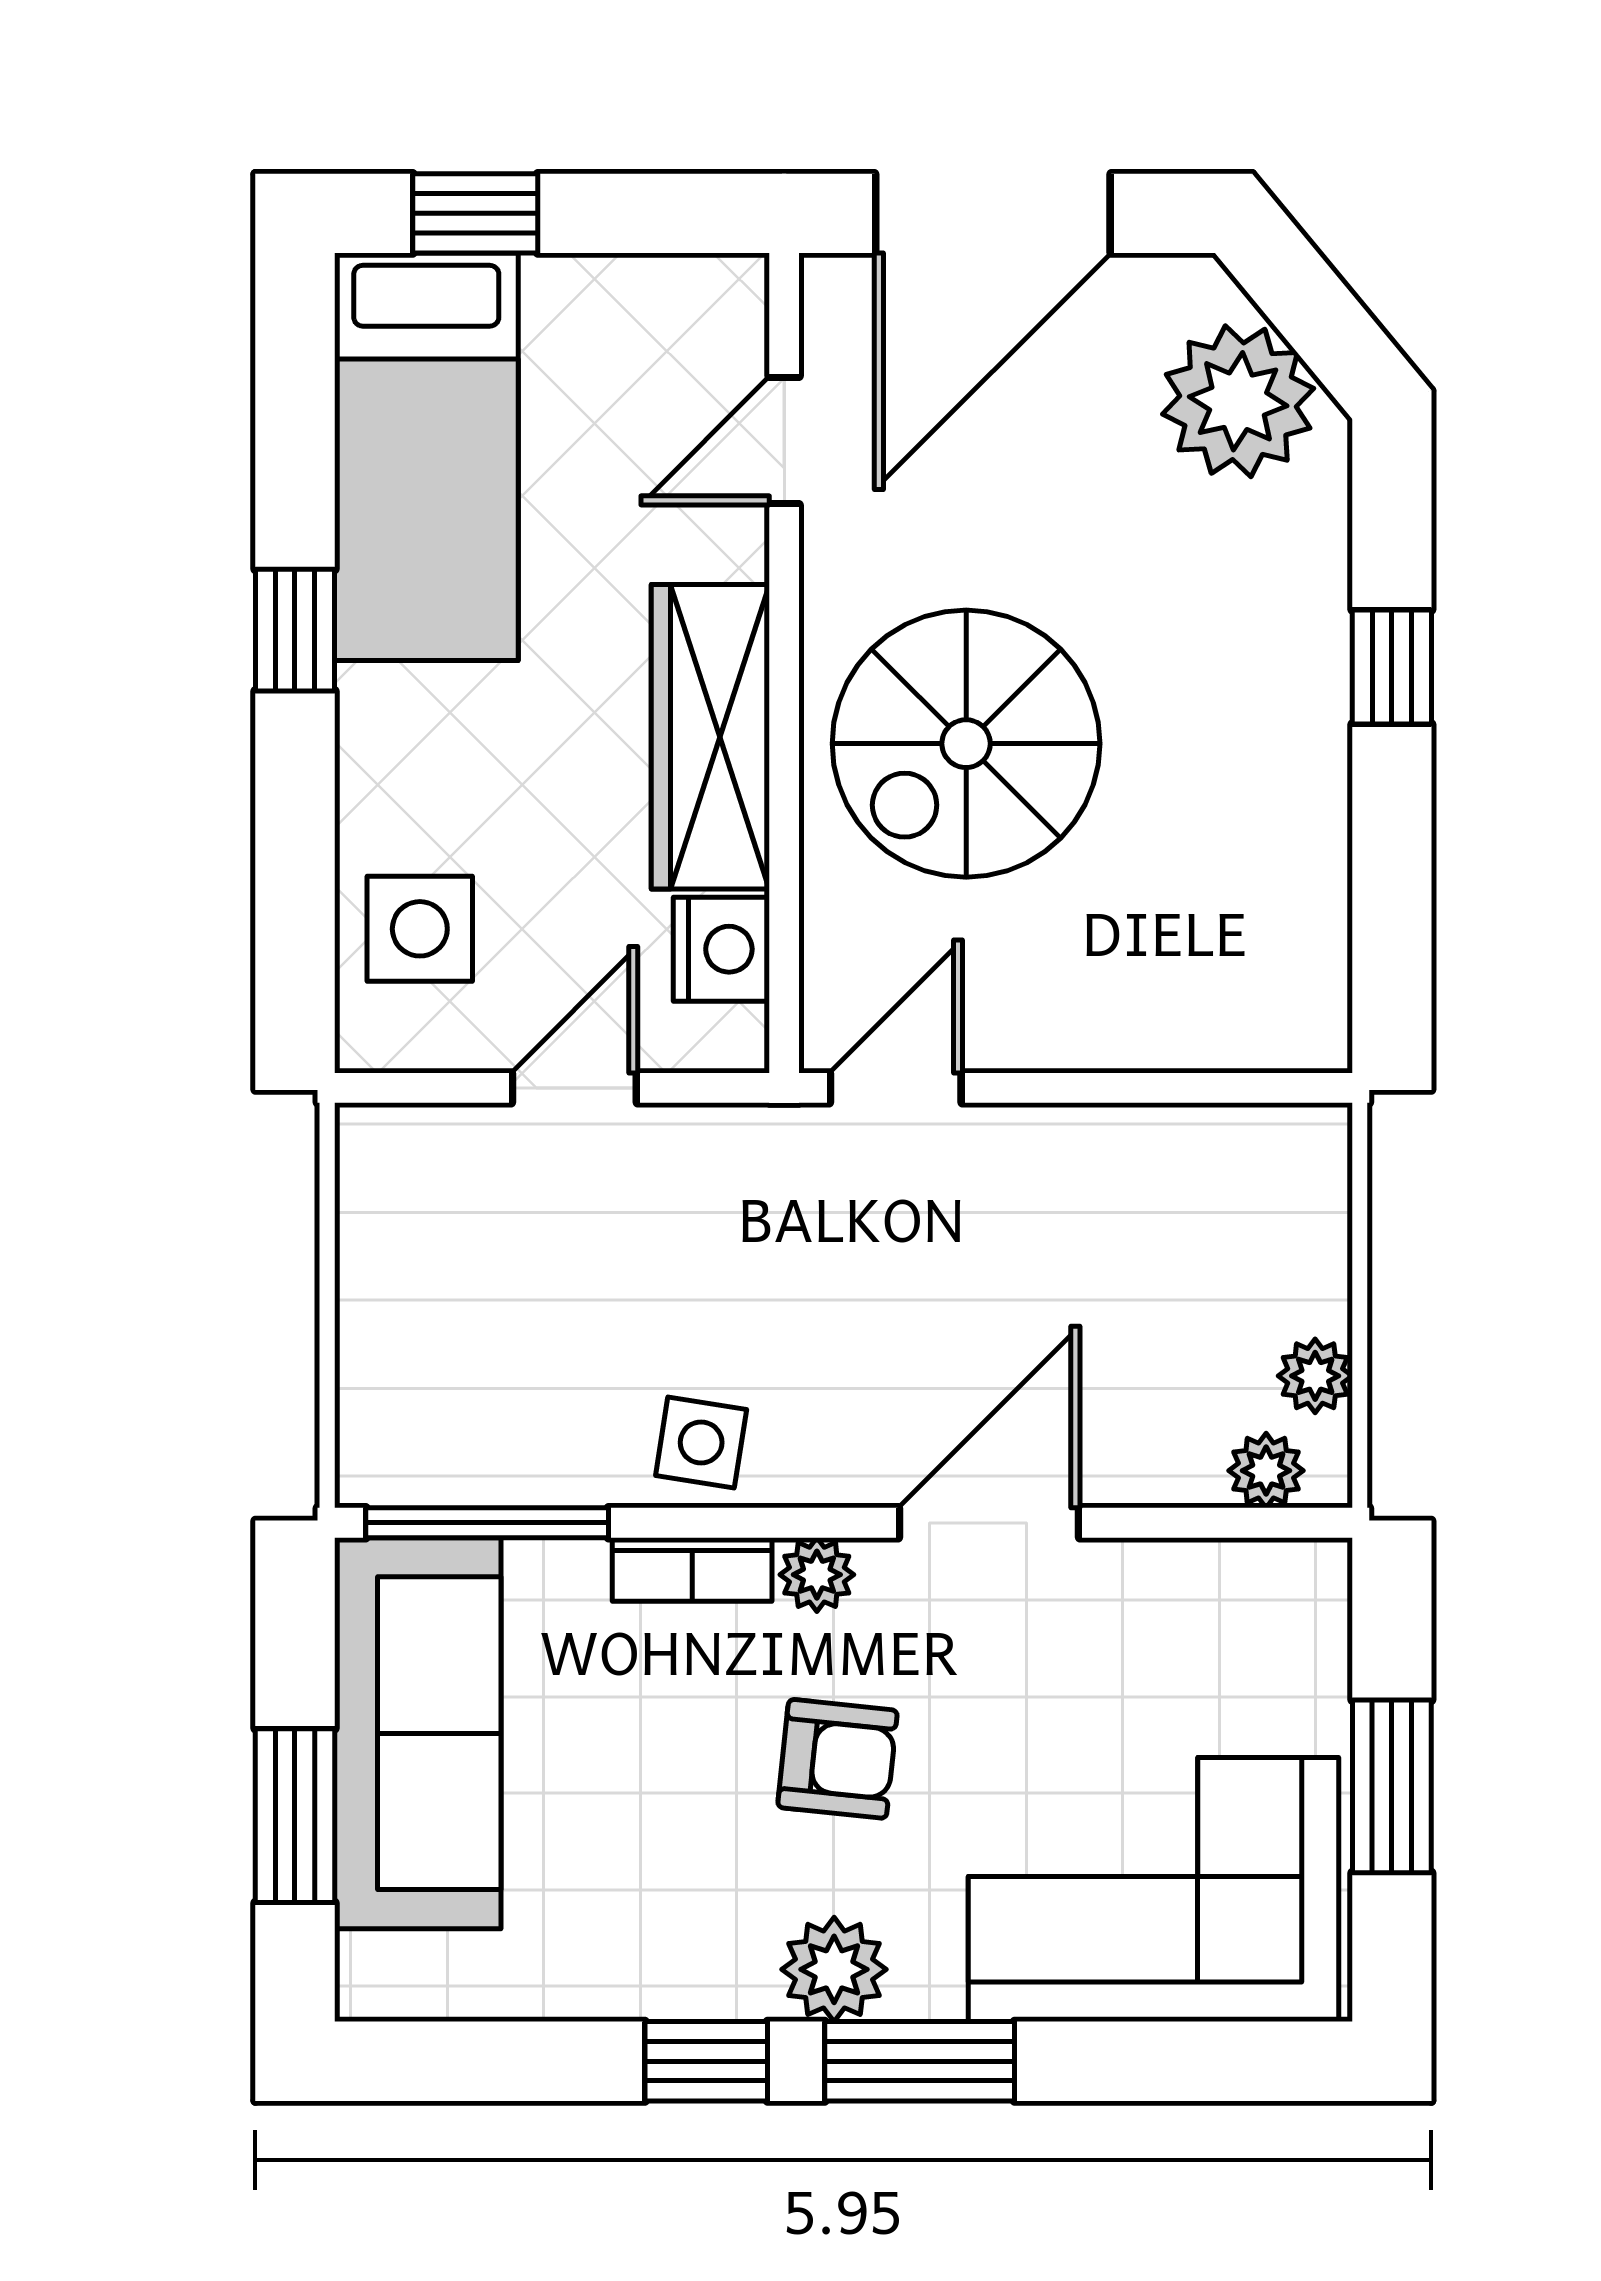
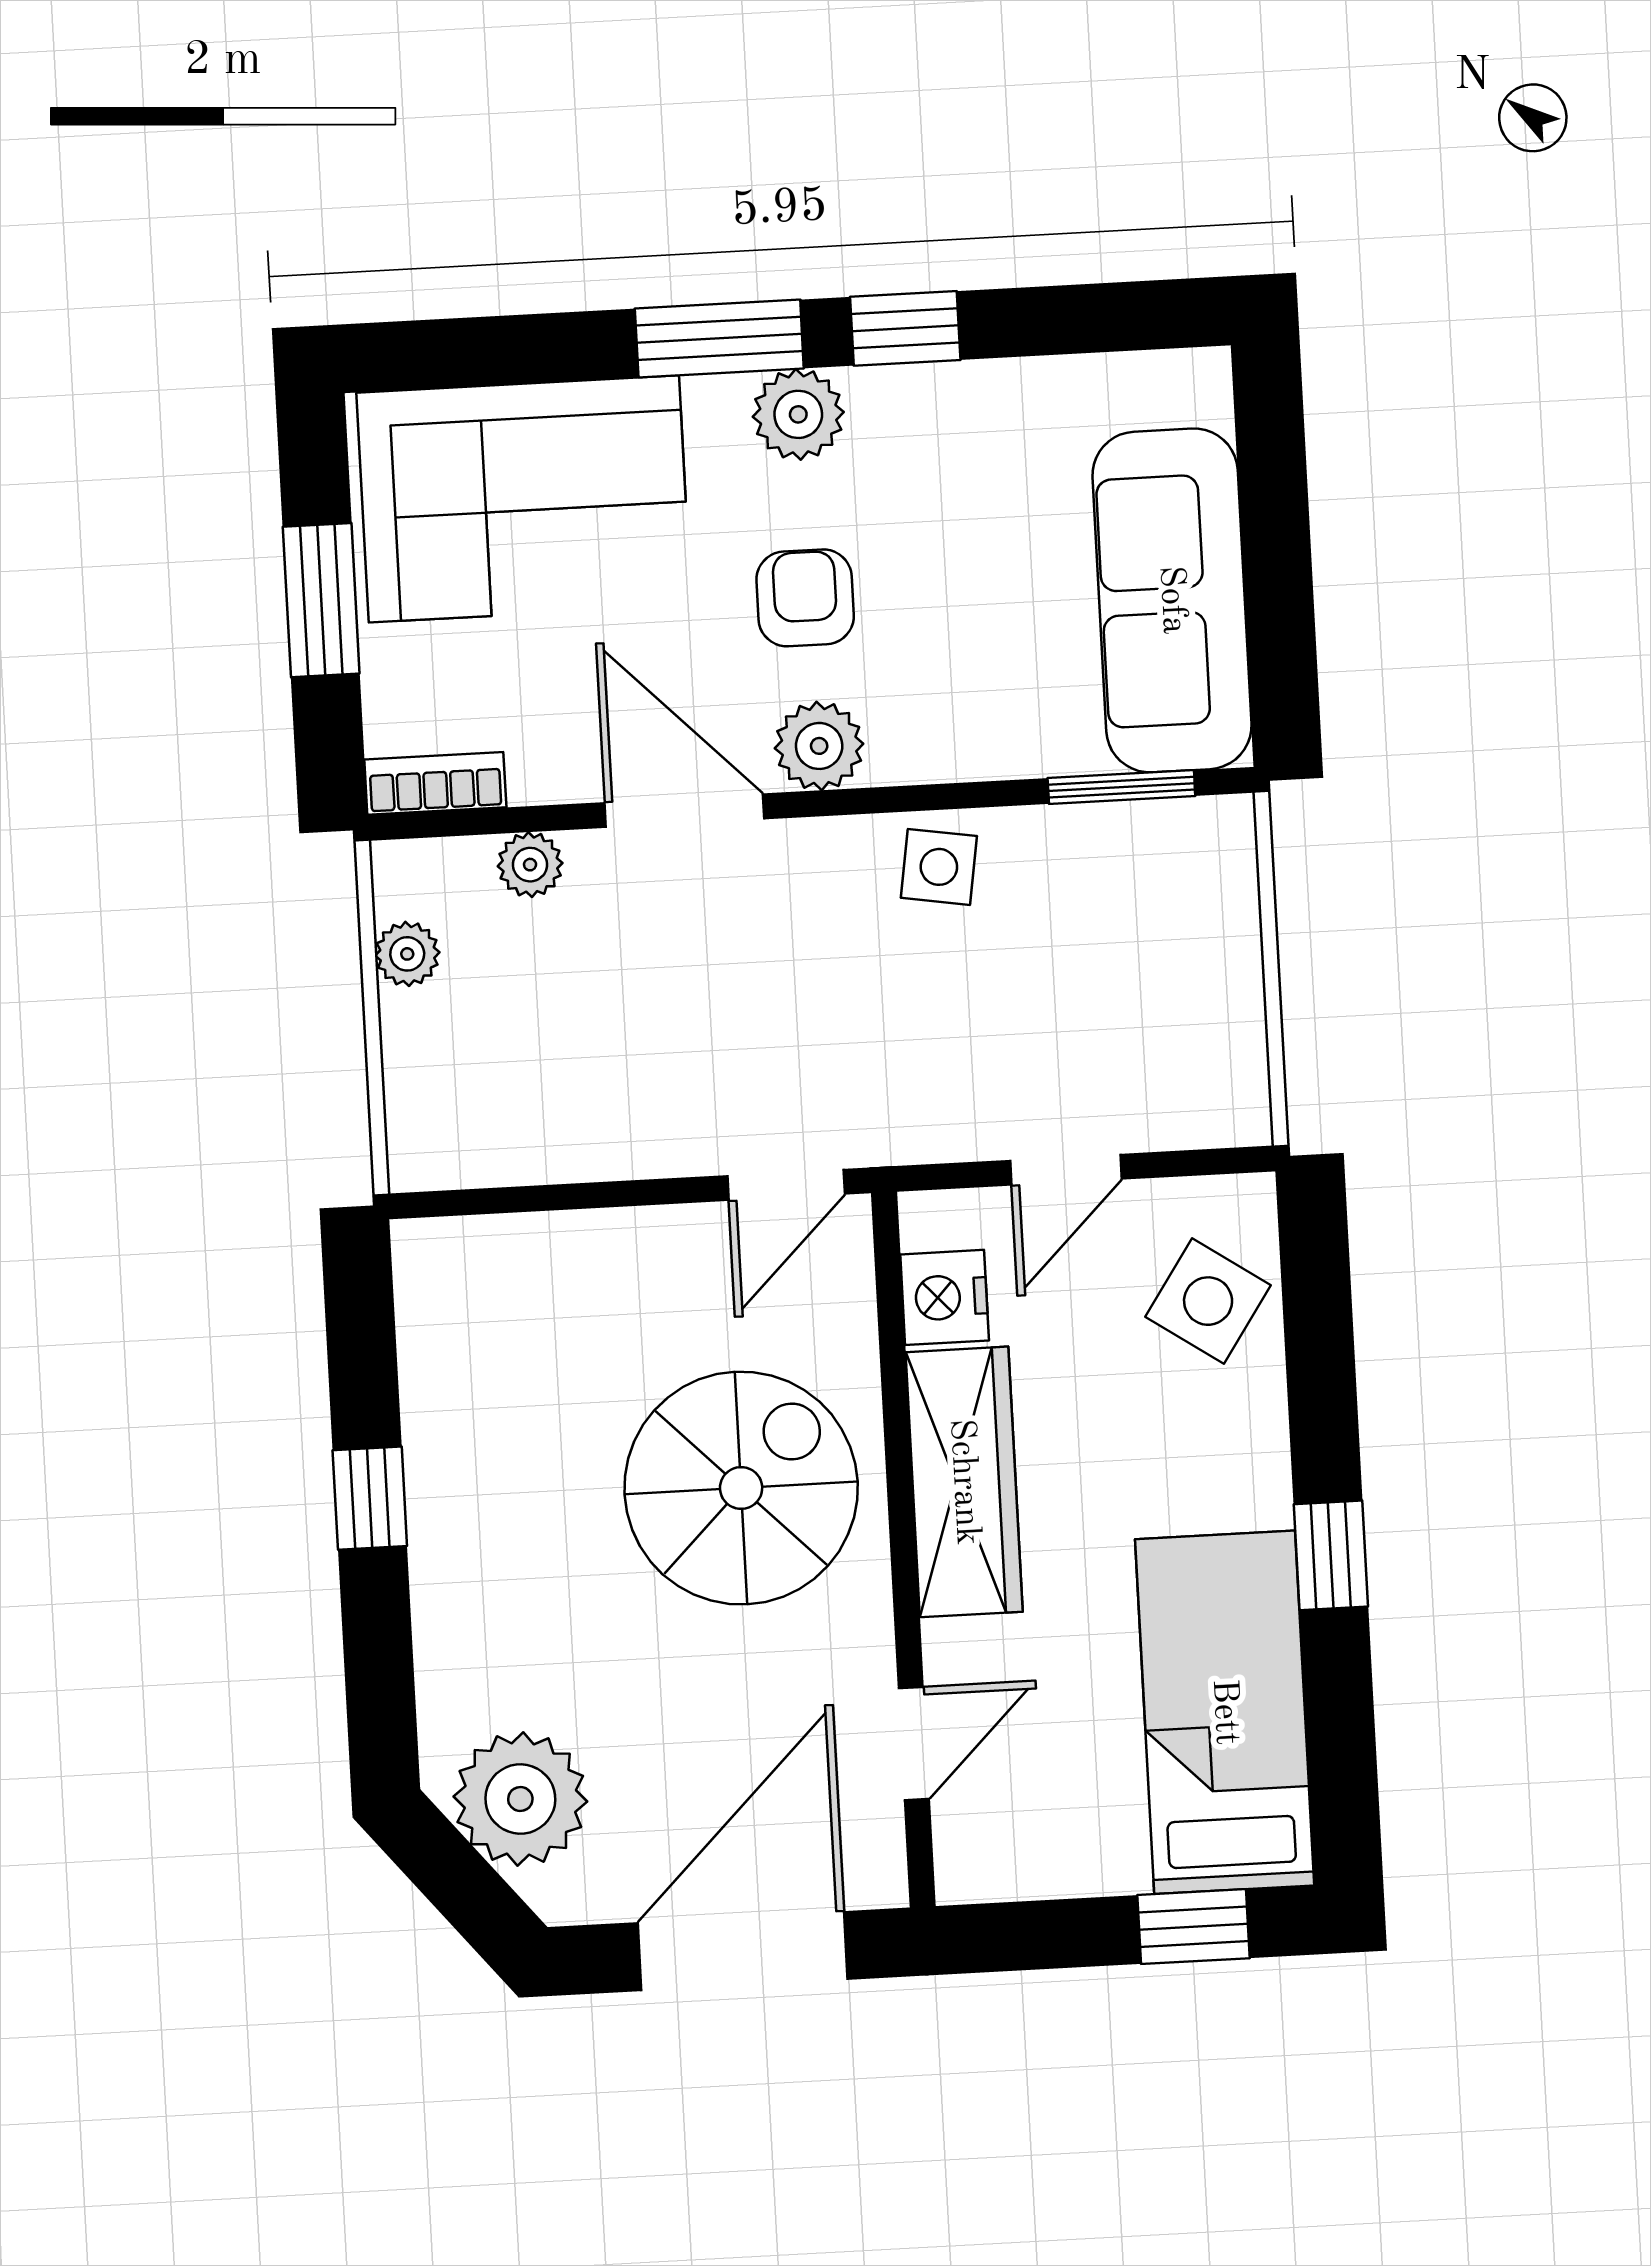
window: (1392, 667) -> (370, 1498), moved
side table: (420, 929) -> (1208, 1301), turned 34
plant: (1266, 1471) -> (530, 865), moved
window: (487, 1523) -> (1121, 787), width x0.69
door: (989, 1523) -> (684, 811), swing flipped
bookcase: (692, 1569) -> (435, 783), moved
plant: (817, 1575) -> (819, 746), width x1.38, depth x1.38
armchair: (838, 1759) -> (805, 598), turned 84
window: (295, 1816) -> (1275, 523), removed

